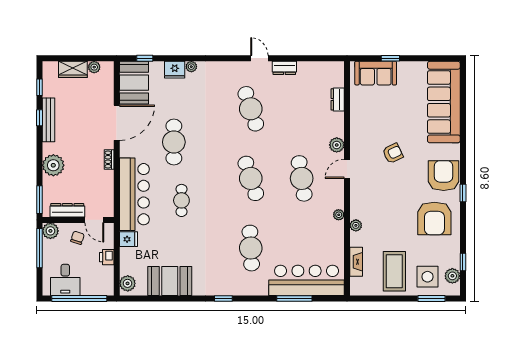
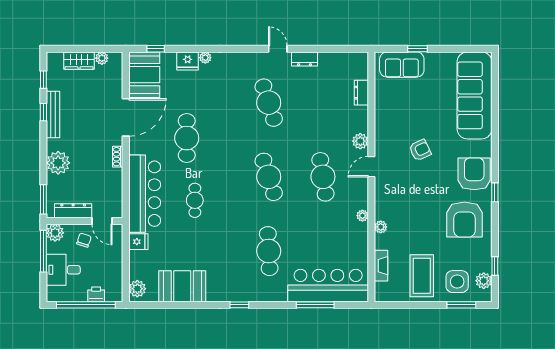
printer: (107, 257) -> (96, 294), moved, turned 90
desk: (65, 280) -> (63, 270), moved, turned 90

